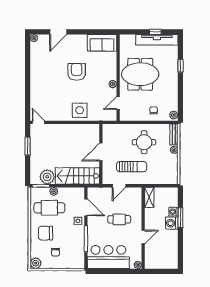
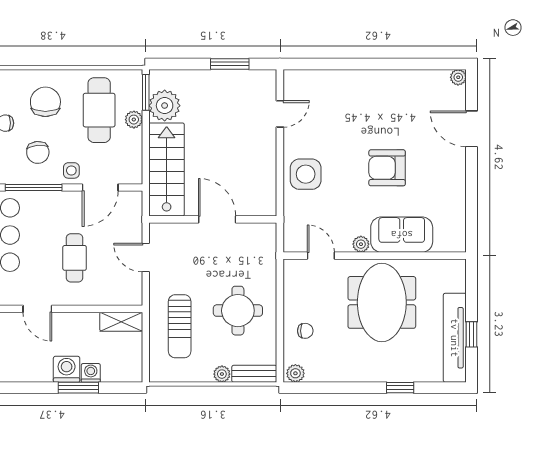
sofa: (102, 43) -> (402, 235), moved, turned 90
armchair: (77, 72) -> (387, 168), turned 180
door: (38, 122) -> (280, 114), moved
sun lounger: (132, 167) -> (180, 326), moved
chair: (69, 237) -> (38, 152), added

